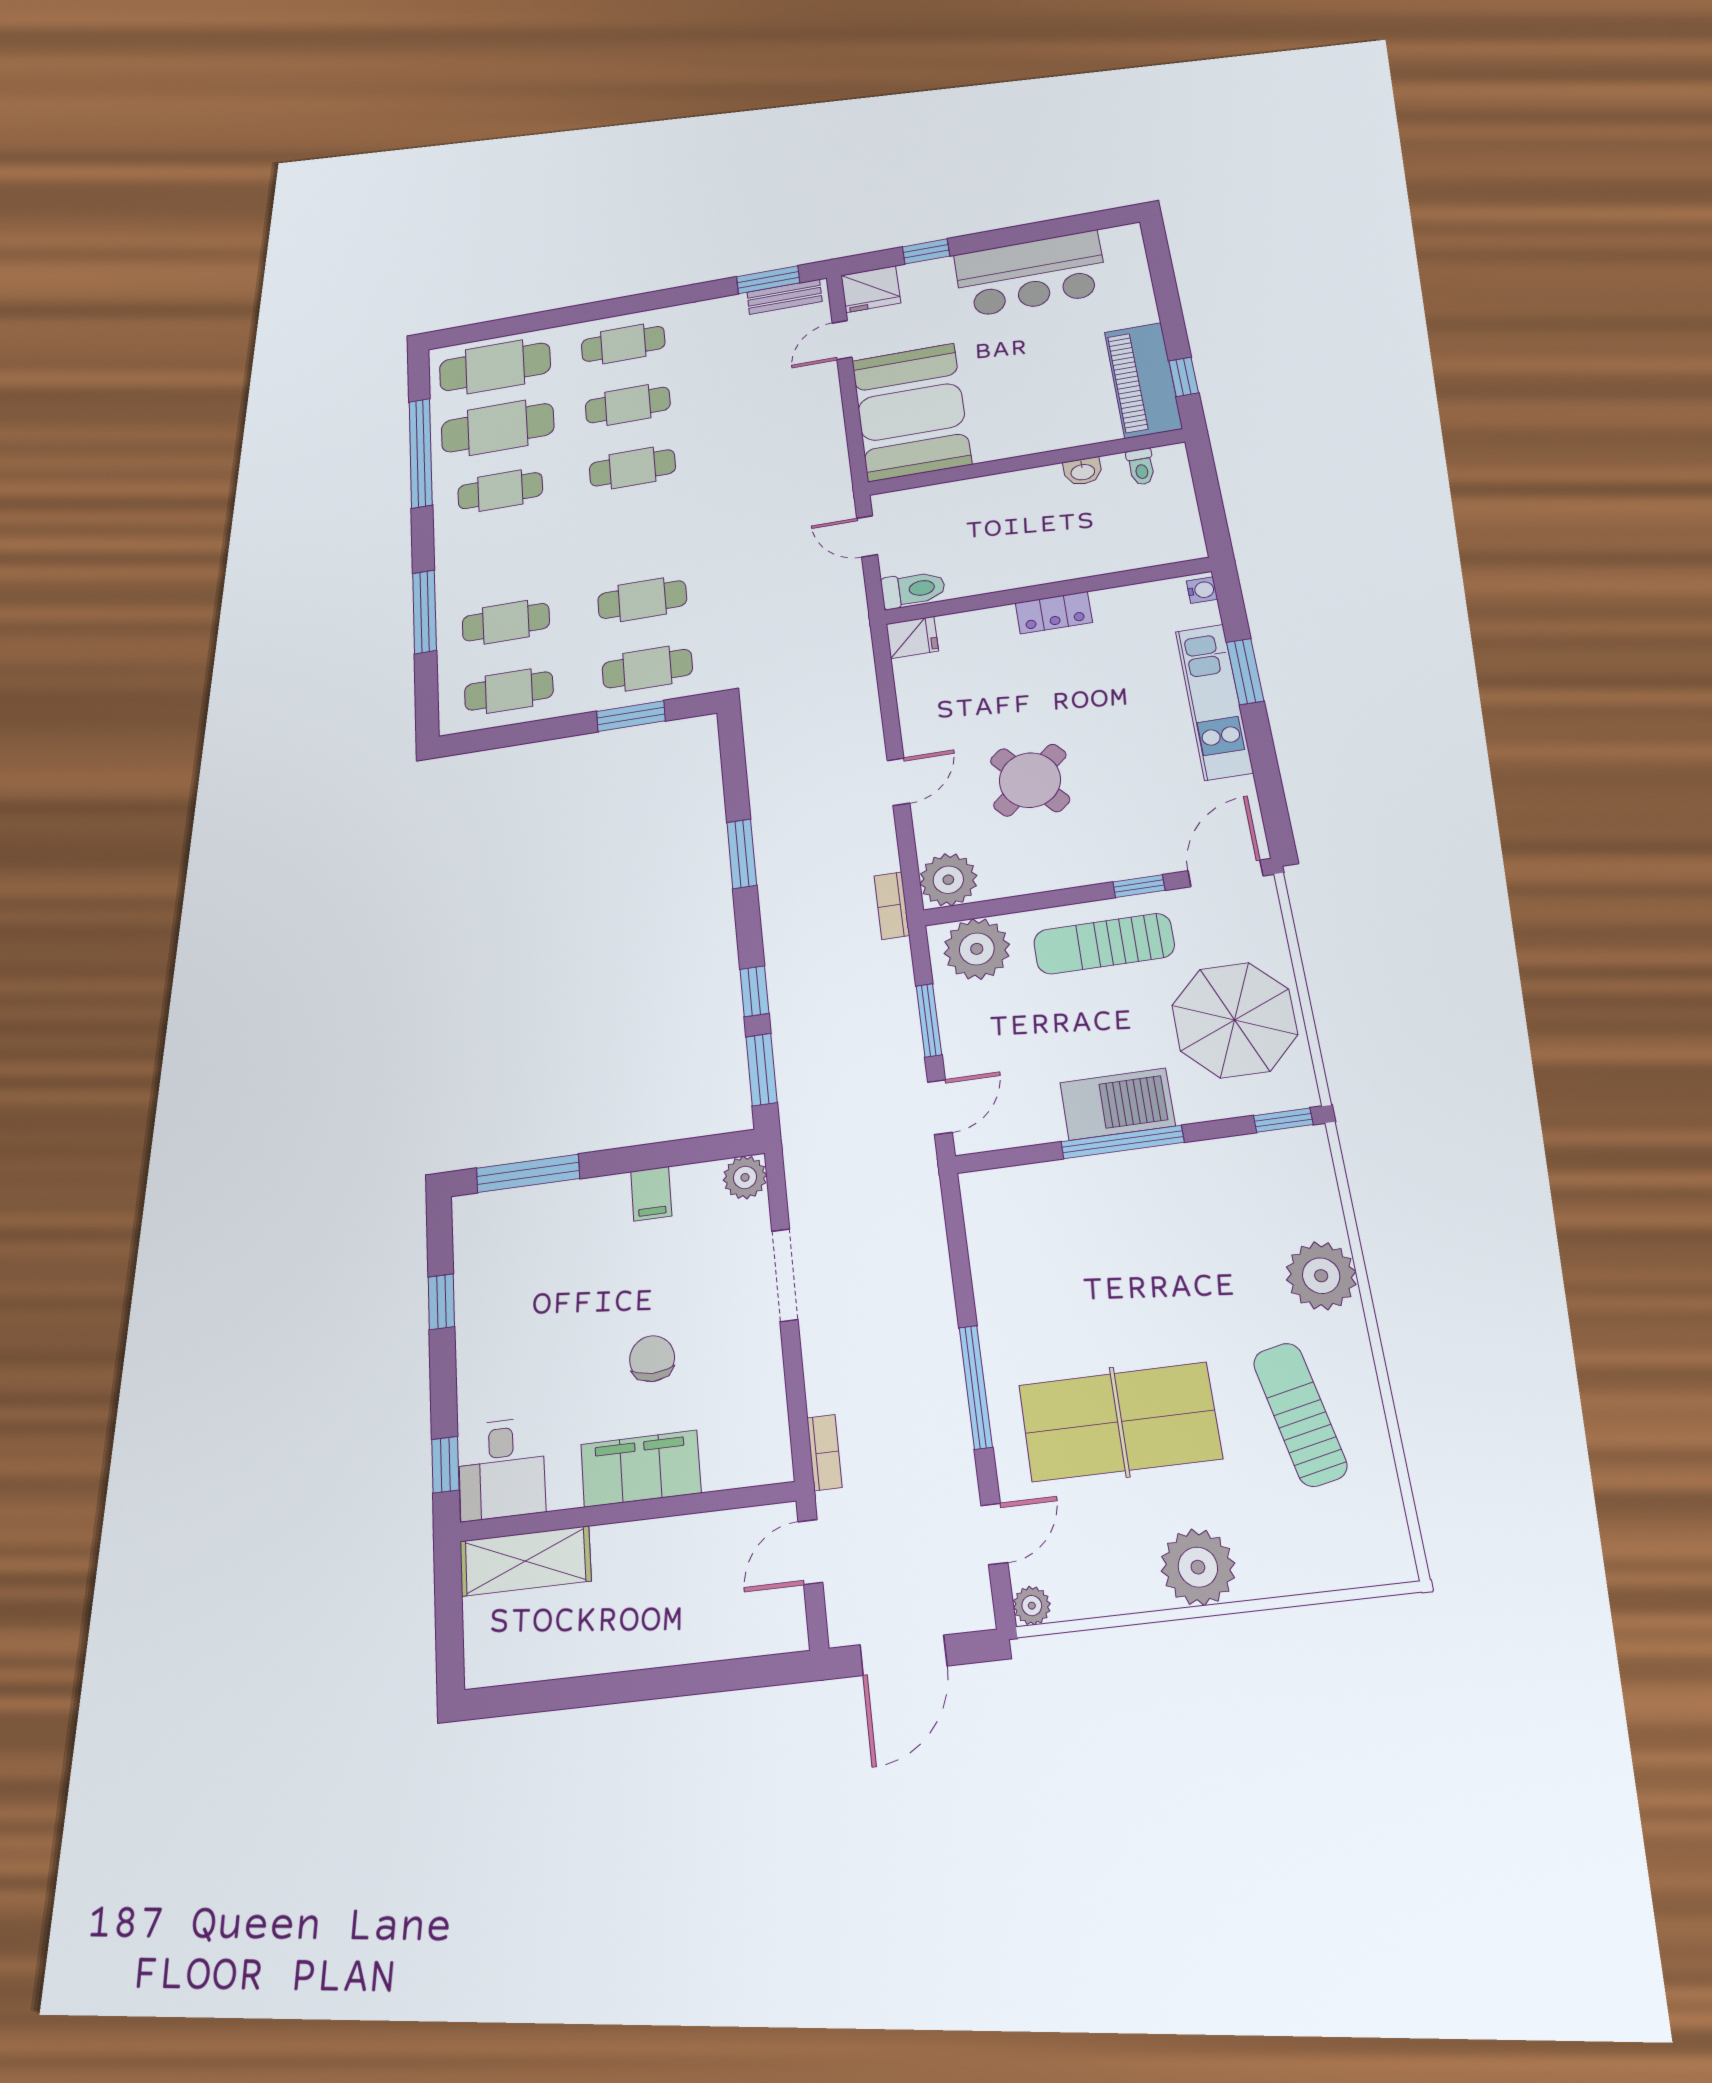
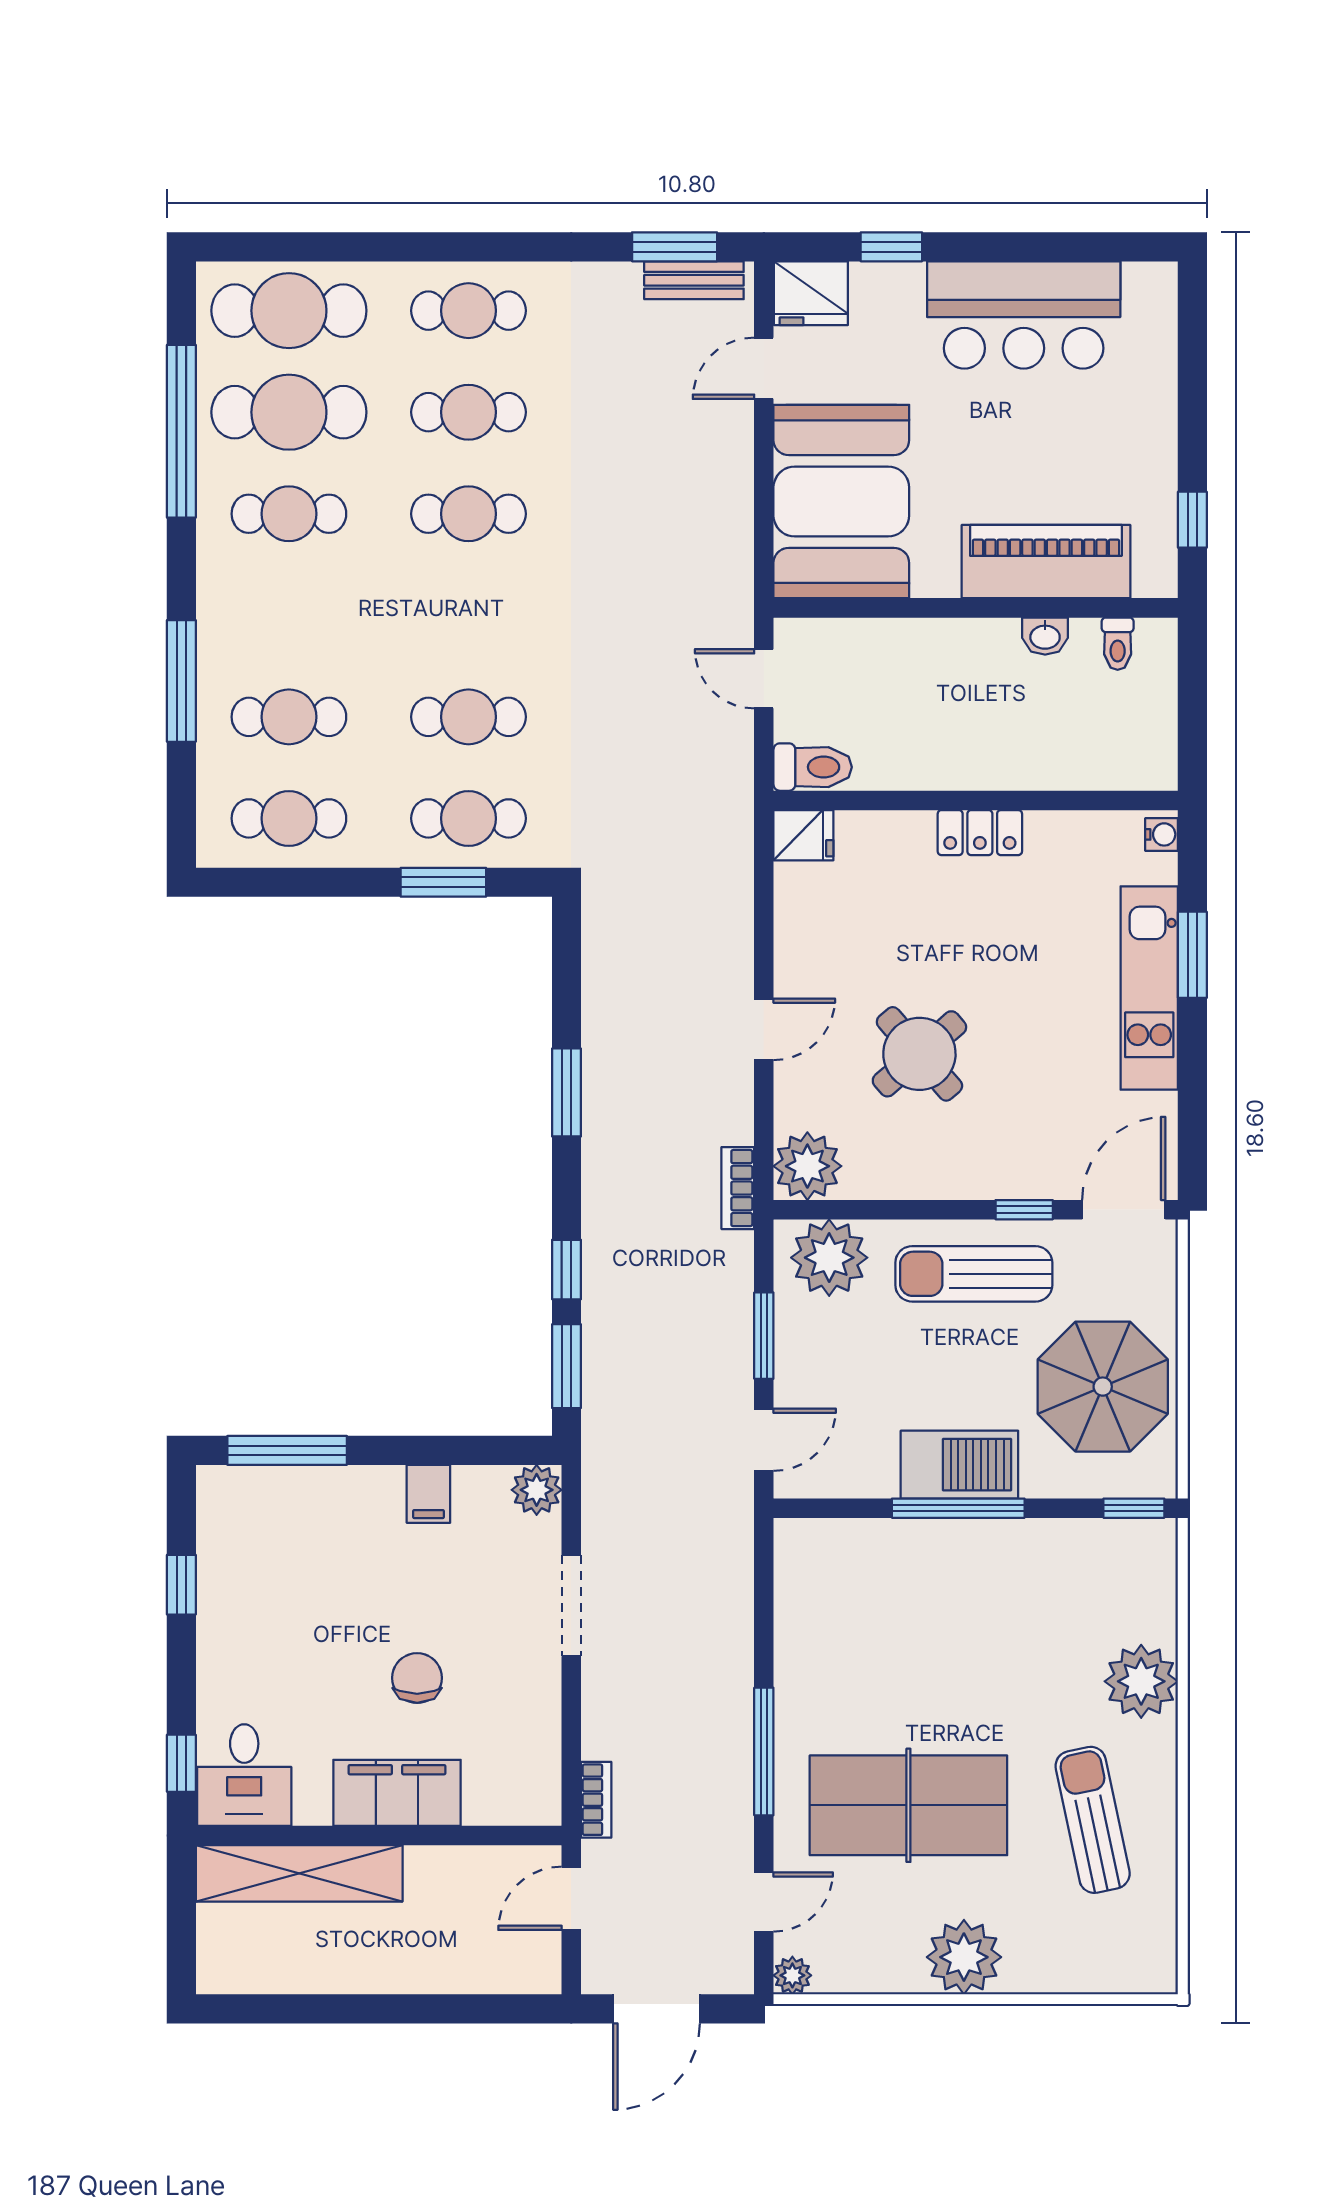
piano: (1143, 380) -> (1046, 562), moved, turned 90
shelving: (525, 1561) -> (299, 1873), width x1.47

